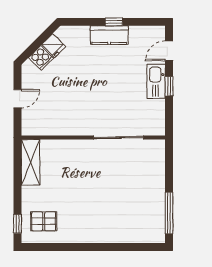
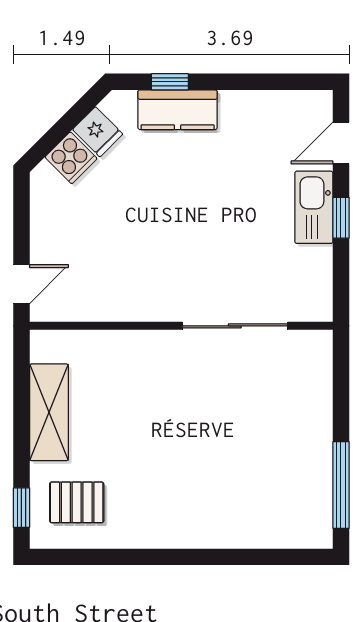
window: (114, 22) -> (170, 82), moved
kitchen counter: (109, 35) -> (178, 110), moved
door: (18, 99) -> (21, 284), moved
shelving: (31, 162) -> (49, 412), moved

